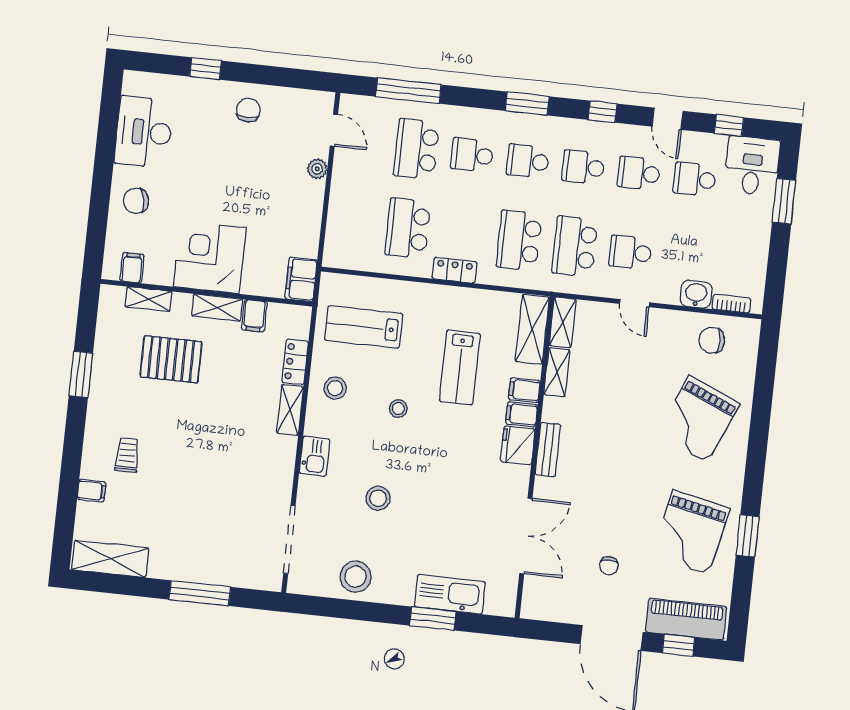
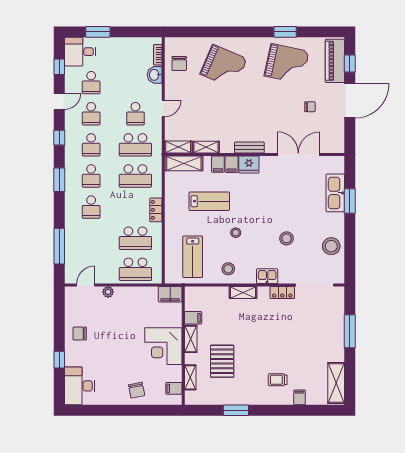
desk: (144, 132) -> (80, 386), moved, turned 90
school desk: (416, 149) -> (135, 269), moved
locker: (295, 362) -> (282, 292), moved

